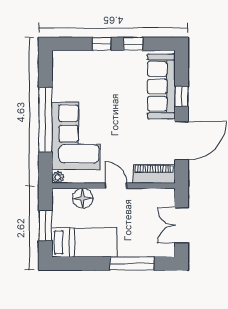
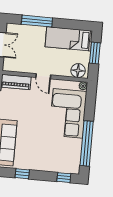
window: (102, 44) -> (64, 178), moved
window: (45, 120) -> (87, 143), moved
floor lamp: (83, 198) -> (78, 71), moved

